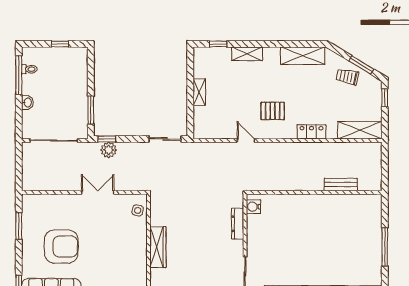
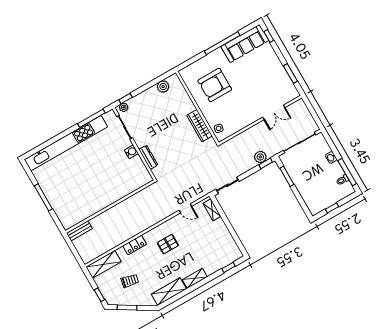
shelving: (247, 54) -> (195, 278), moved
trolley: (347, 77) -> (130, 281), moved
shelving: (199, 92) -> (212, 210), moved
door: (246, 140) -> (185, 208), moved
bench: (341, 185) -> (79, 231), moved
double door: (98, 192) -> (274, 112), moved
water cooler: (253, 207) -> (131, 152), moved
armchair: (61, 246) -> (215, 85), moved
wardrobe: (158, 247) -> (199, 126), moved

